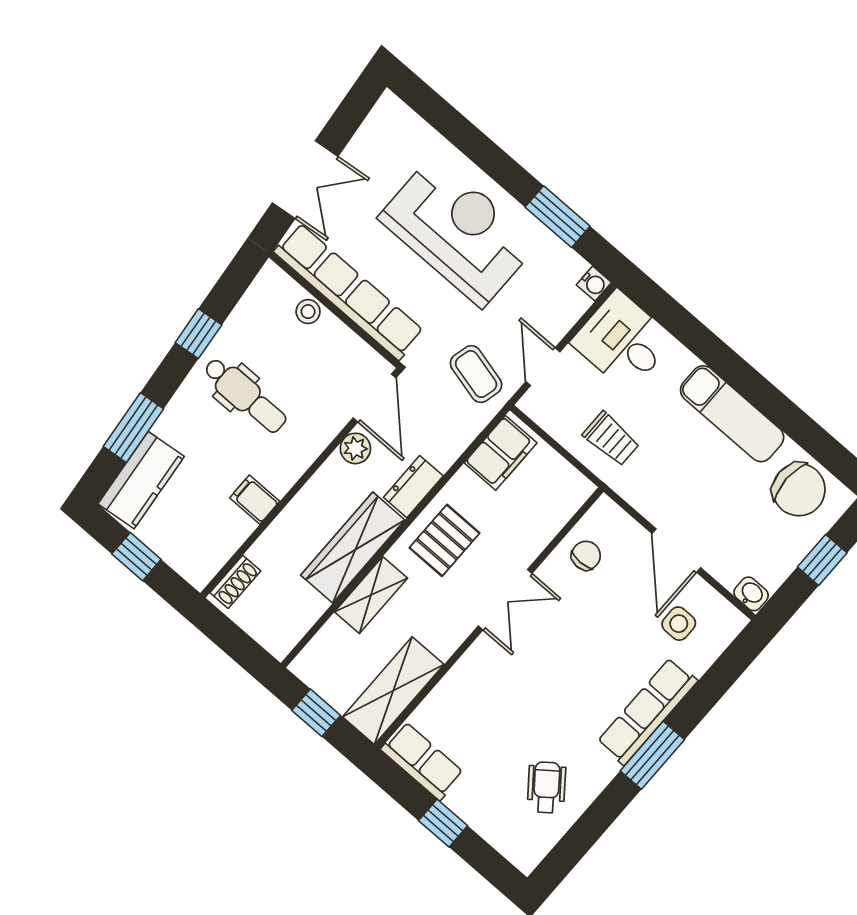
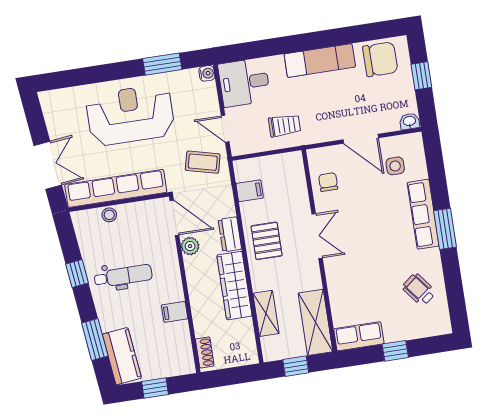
filing cabinet: (501, 453) -> (250, 191), width x0.50
shelving: (371, 595) -> (266, 313), moved

